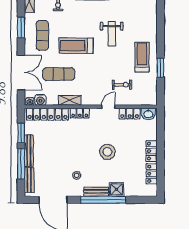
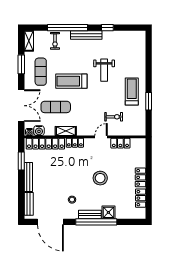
washbasin: (148, 114) -> (137, 143), removed
window: (21, 164) -> (21, 189), removed

